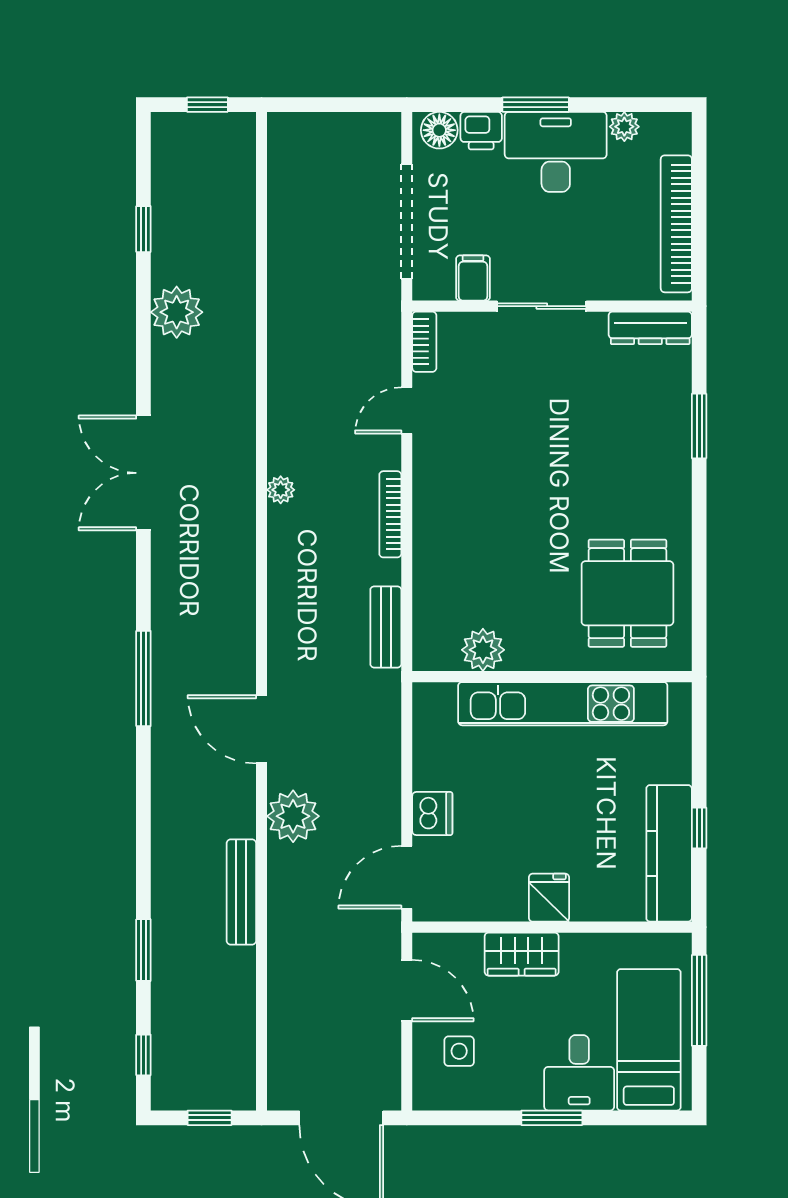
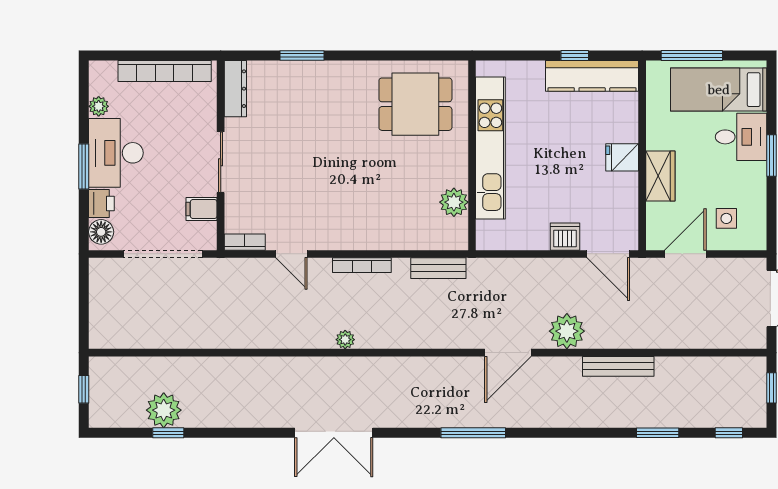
plant: (177, 312) -> (164, 410), moved

